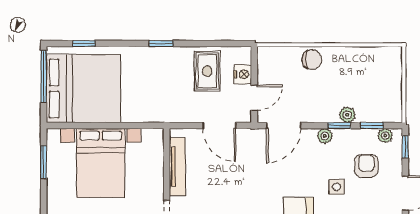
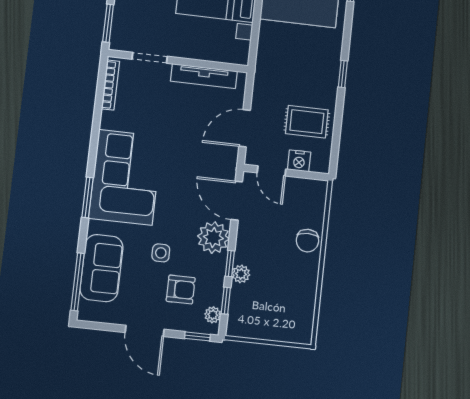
plant: (325, 136) -> (213, 238), width x1.88, depth x1.88

